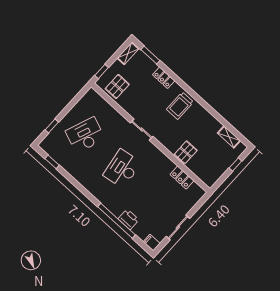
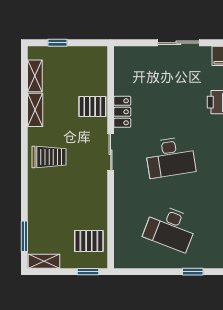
locker: (164, 78) -> (35, 201), removed
shelving: (211, 121) -> (35, 110), added
sliding door: (142, 130) -> (111, 152), moved
locker: (182, 177) -> (122, 112), moved

